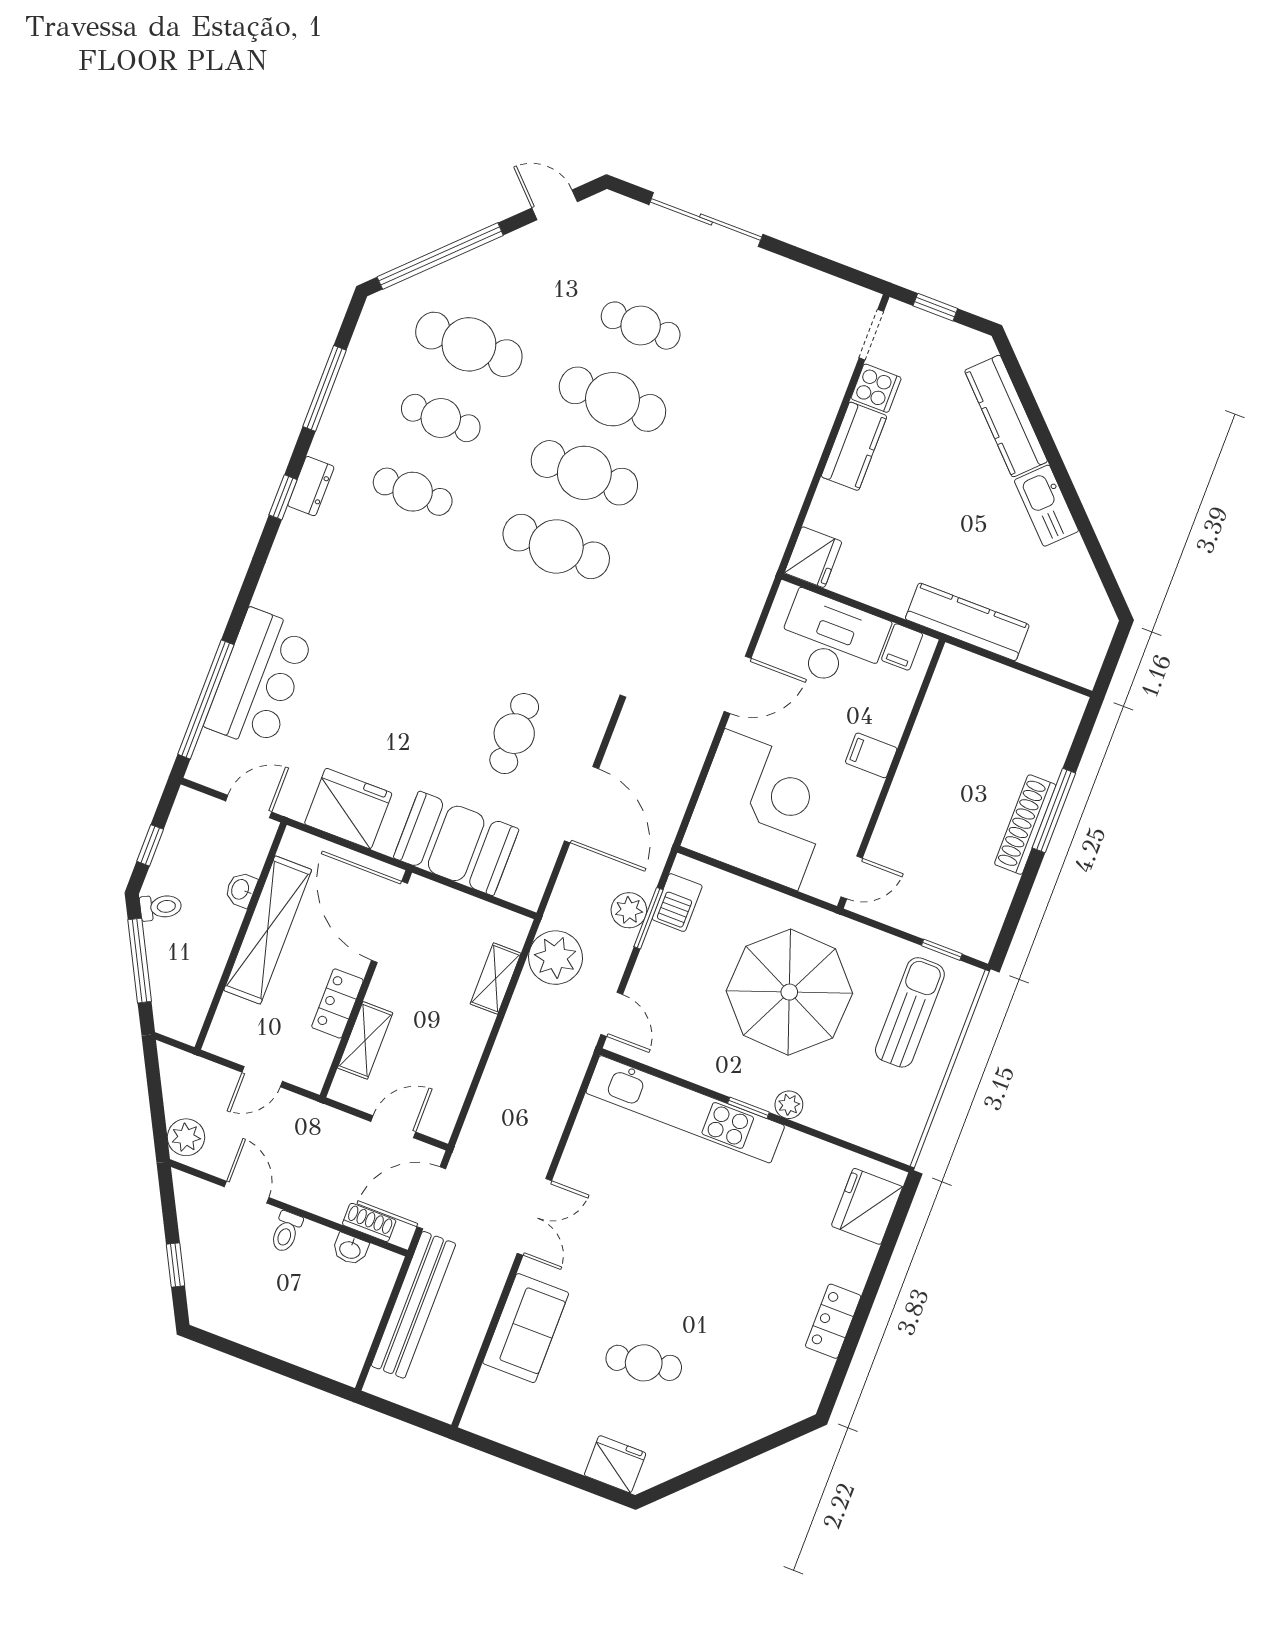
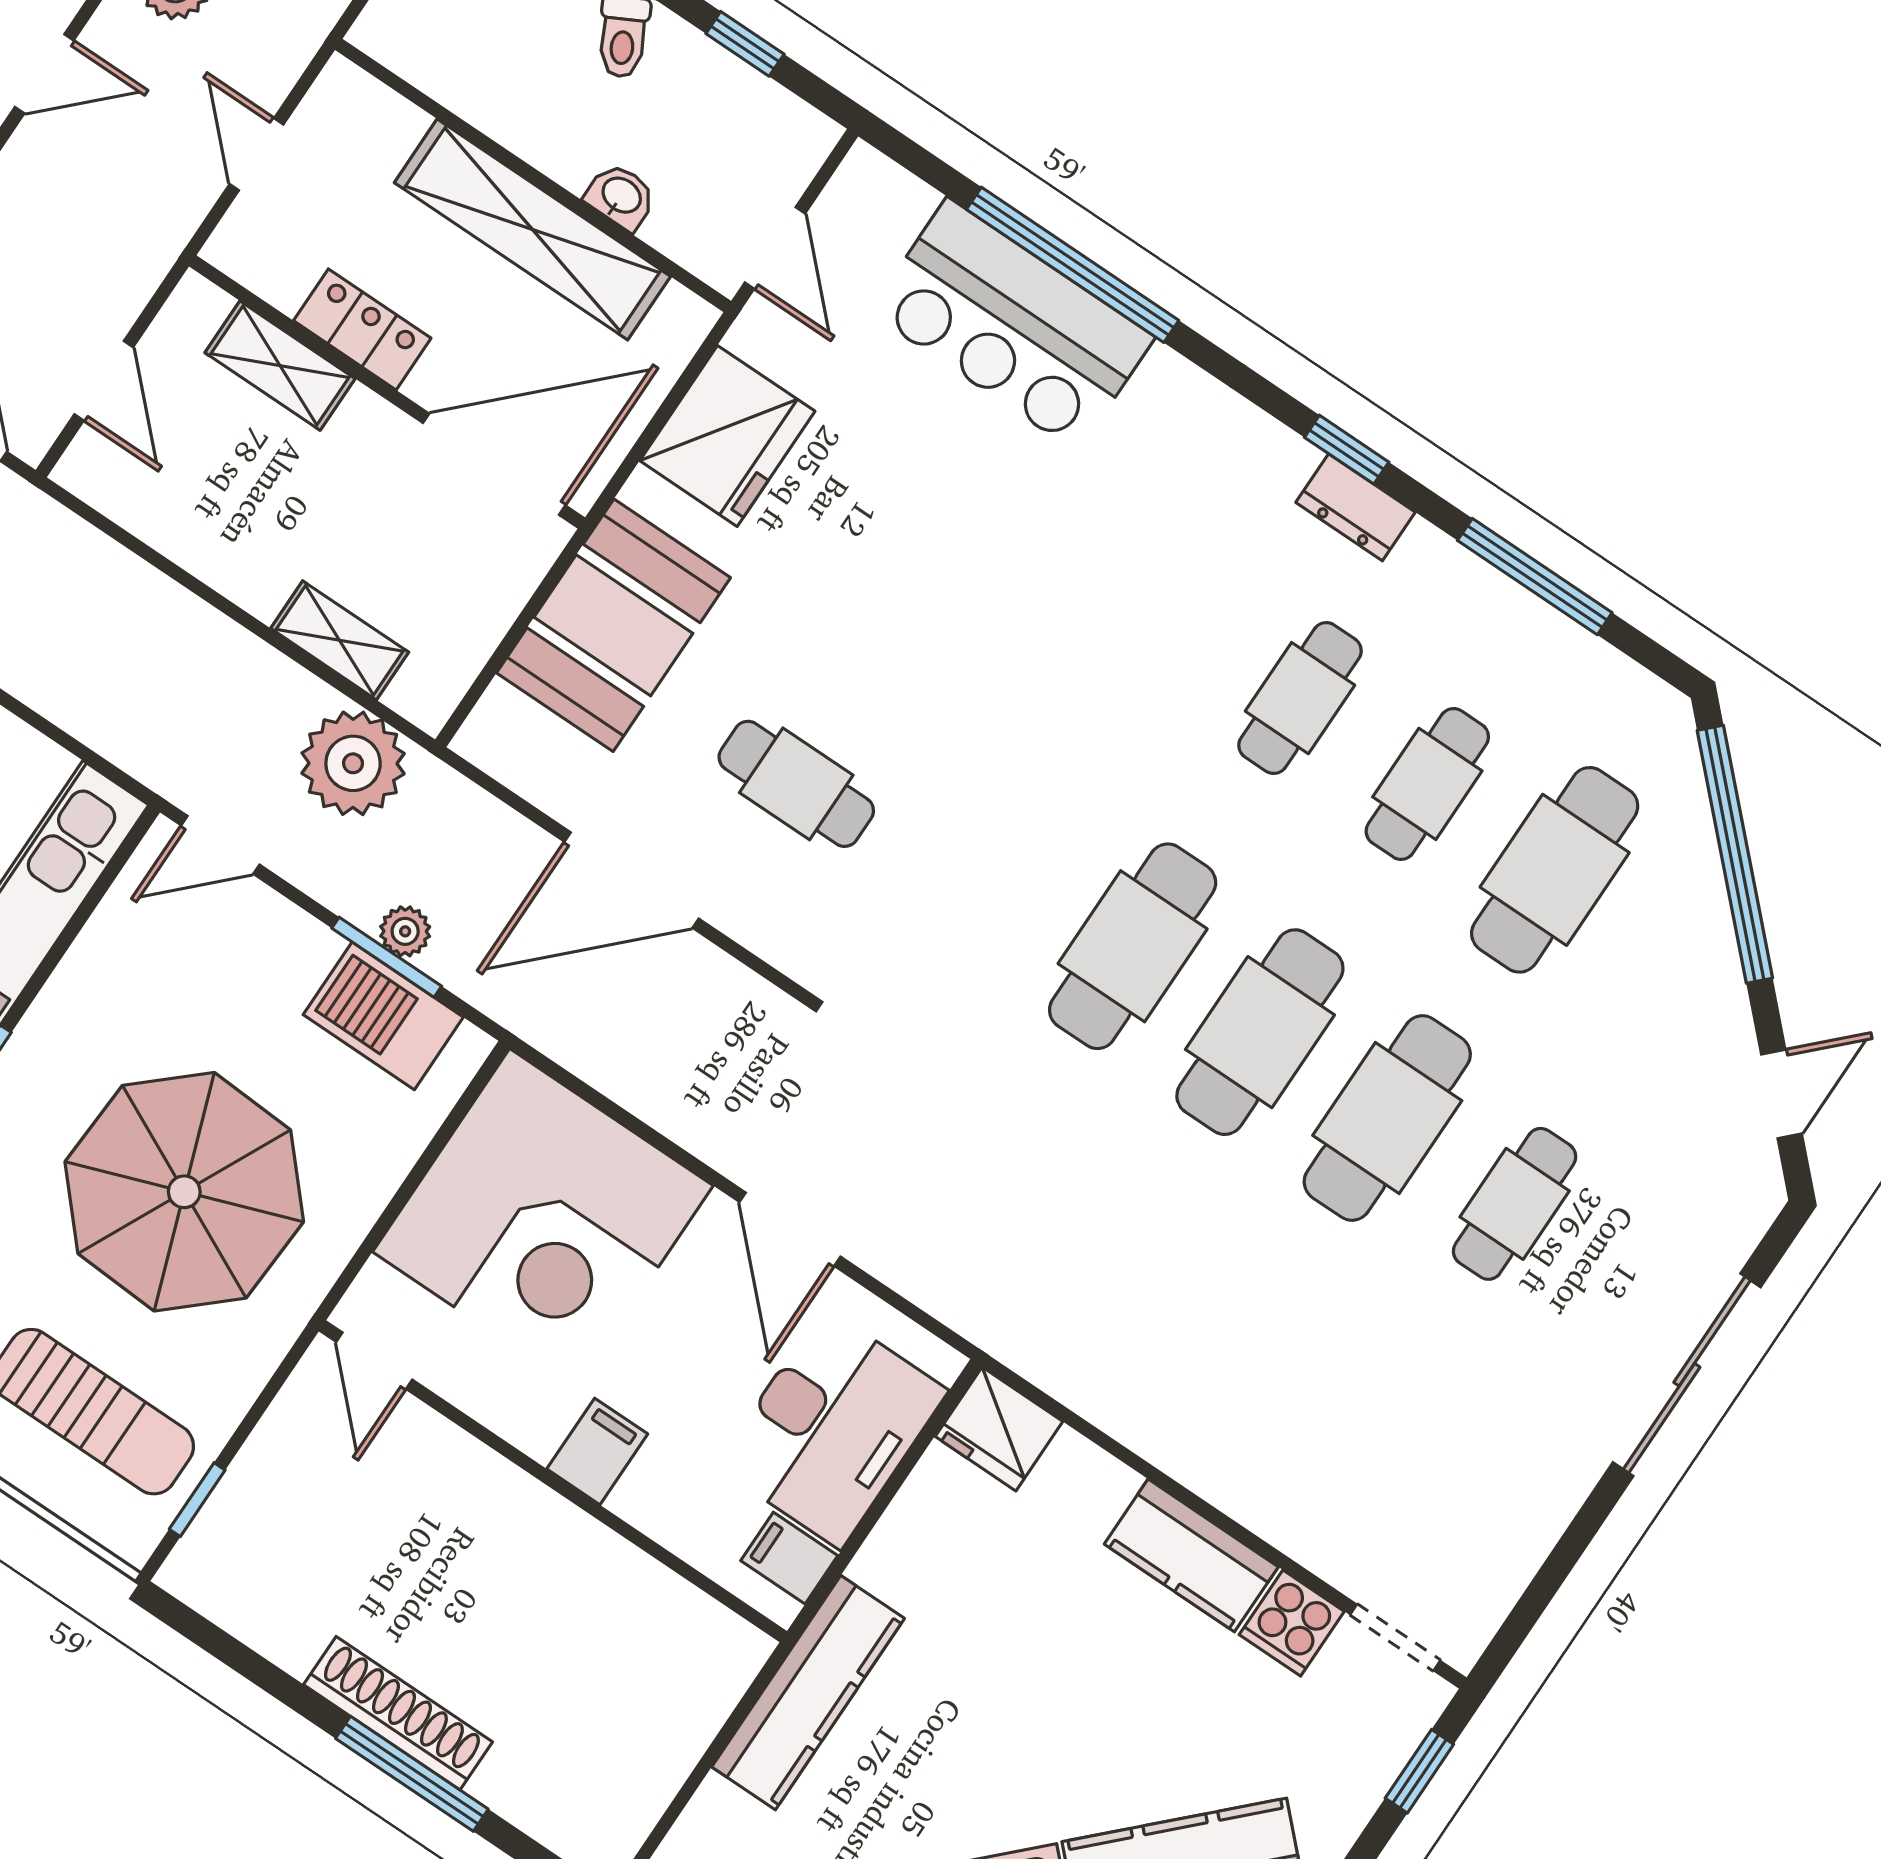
window: (206, 700) -> (1073, 265), moved
barbecue: (677, 903) -> (383, 1016), width x1.38, depth x1.27
plant: (629, 910) -> (405, 931), width x0.73, depth x0.73

